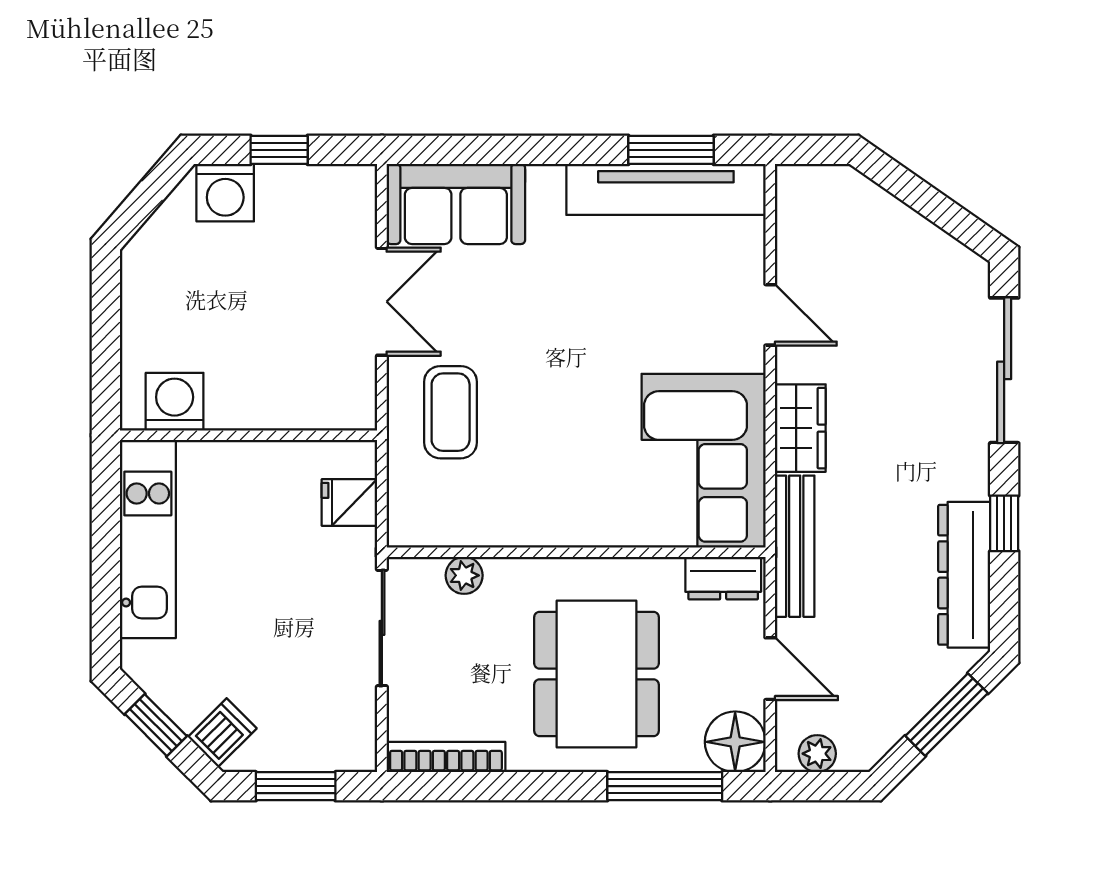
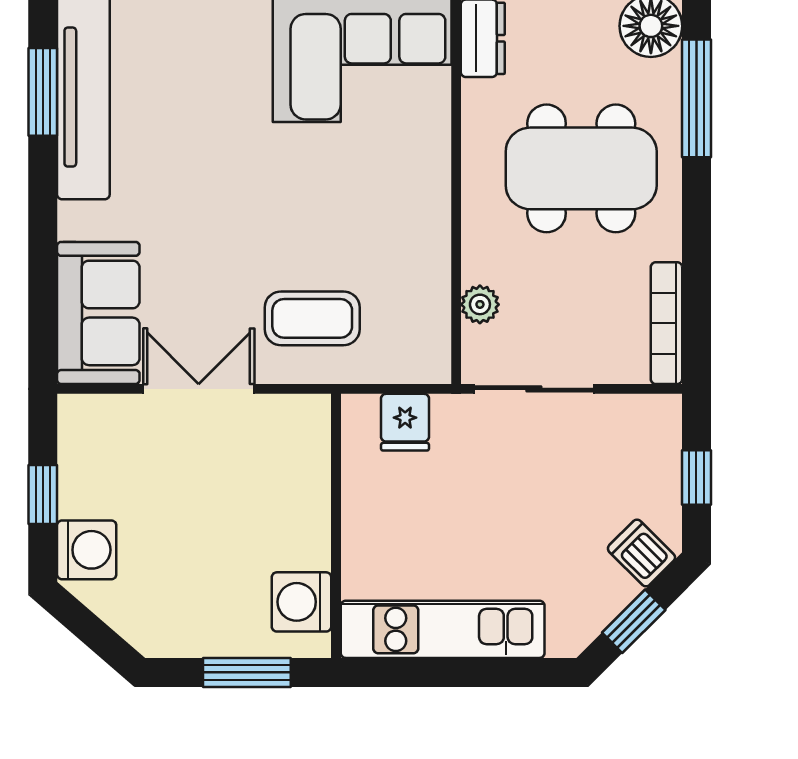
window: (106, 349) -> (247, 672), added
window: (296, 786) -> (696, 478), width x0.67

